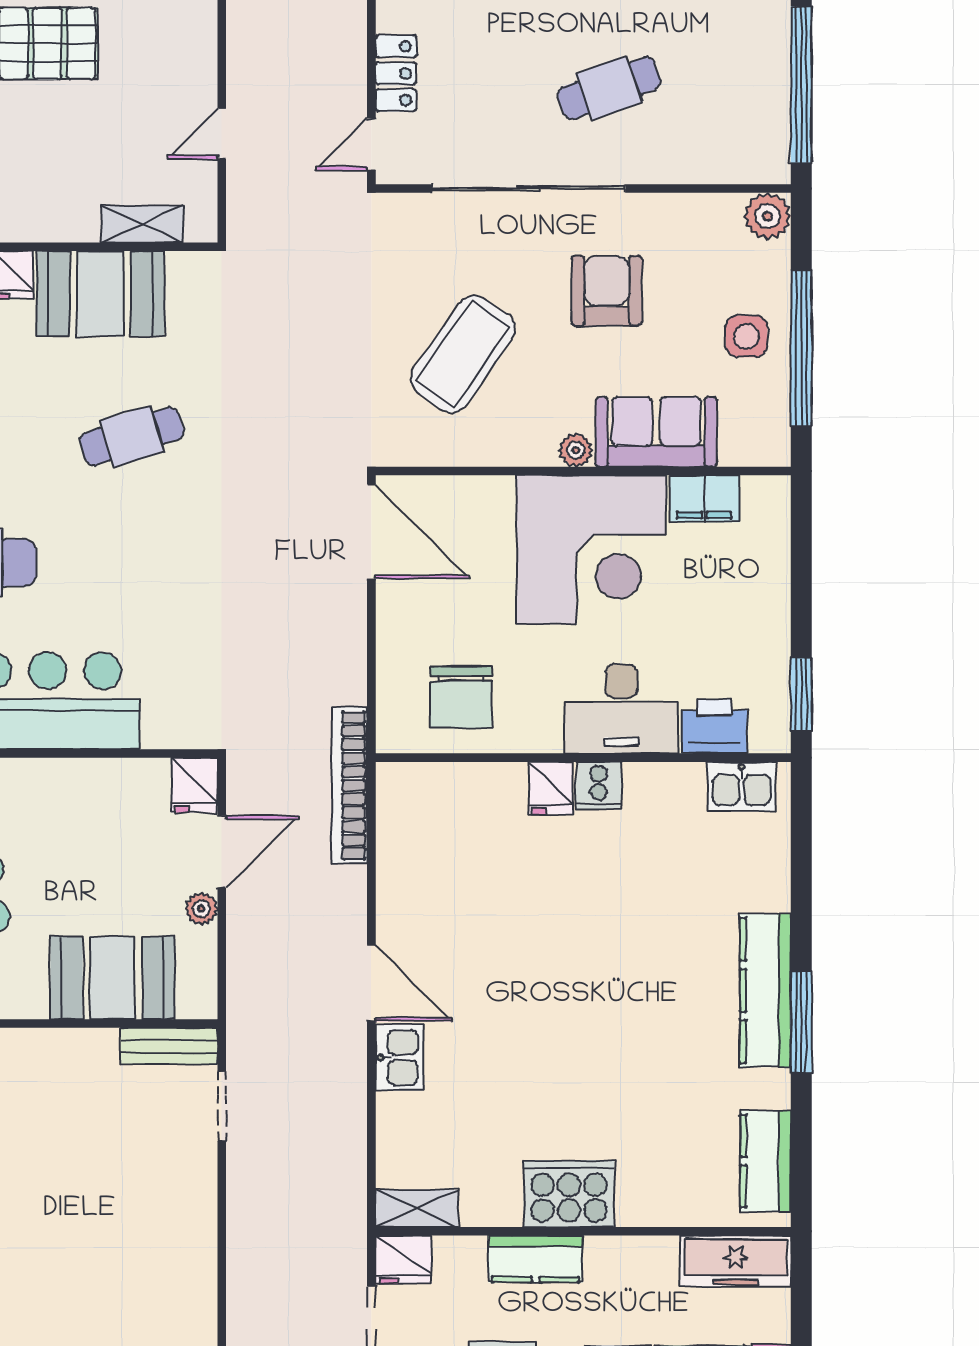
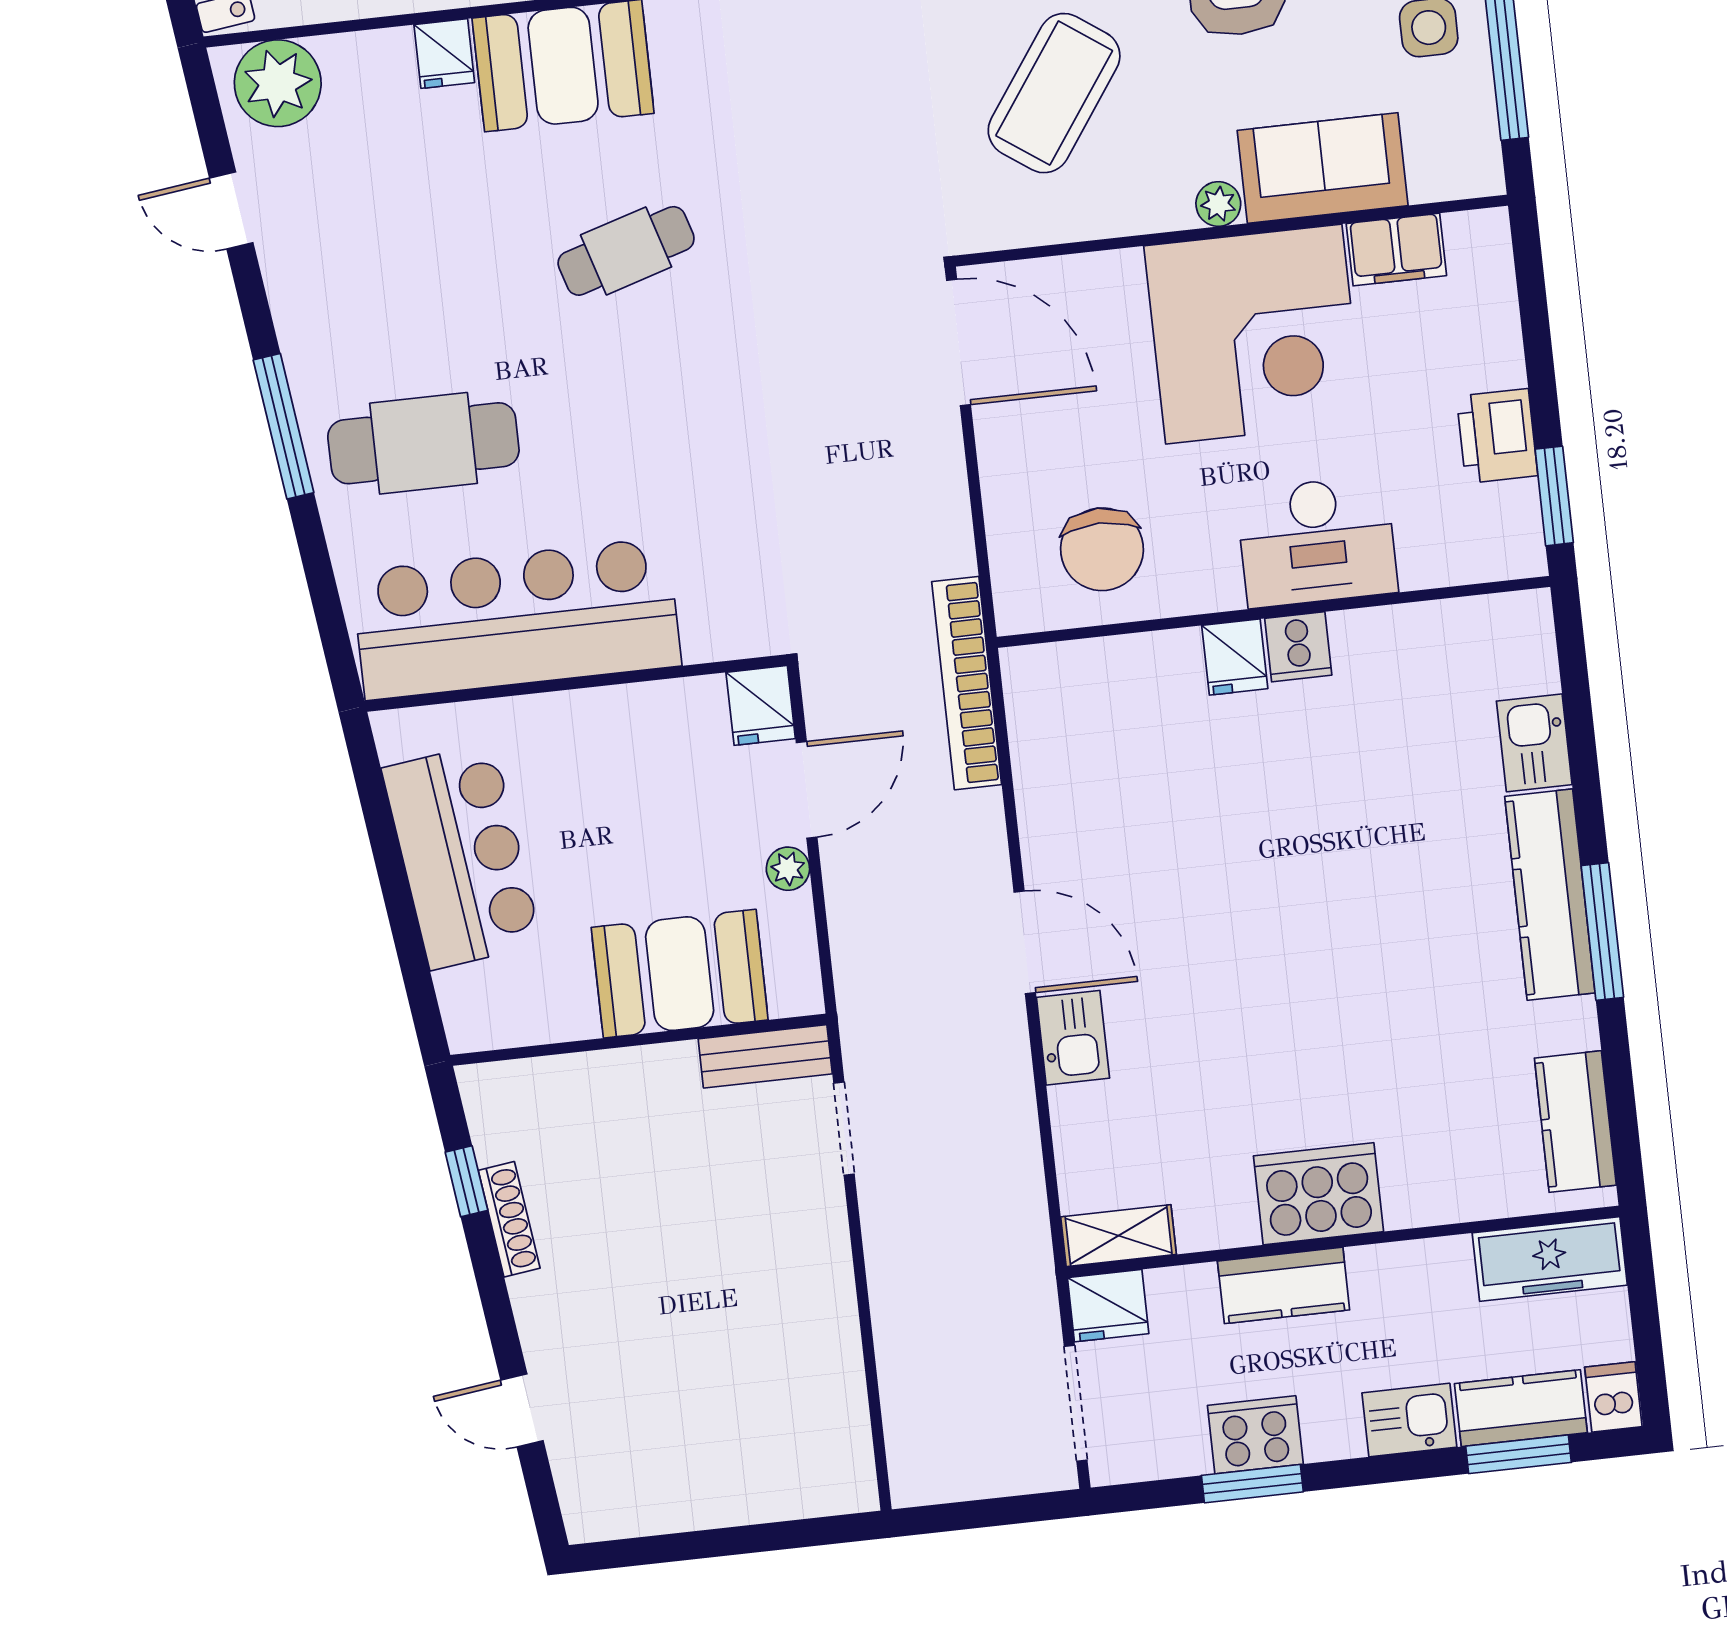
printer: (714, 726) -> (1497, 436), moved, turned -90
kitchen sink: (742, 787) -> (1534, 743), moved, turned 90

